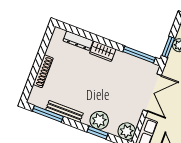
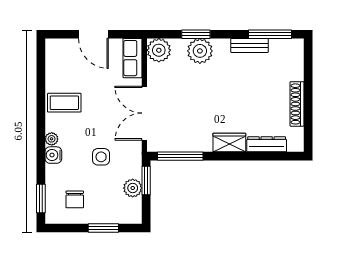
shoe rack: (43, 71) -> (297, 104), moved
bench: (64, 111) -> (249, 45), width x0.73

